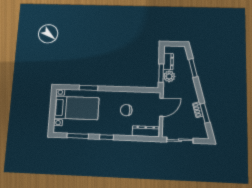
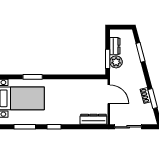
door: (161, 107) -> (109, 94), hinge flipped
chair: (126, 110) -> (73, 99), removed

